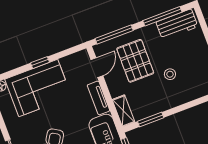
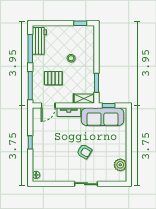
pallet: (135, 61) -> (53, 78), width x0.67, depth x0.71
door: (97, 68) -> (48, 106), swing flipped
corner sofa: (38, 88) -> (47, 150), removed

